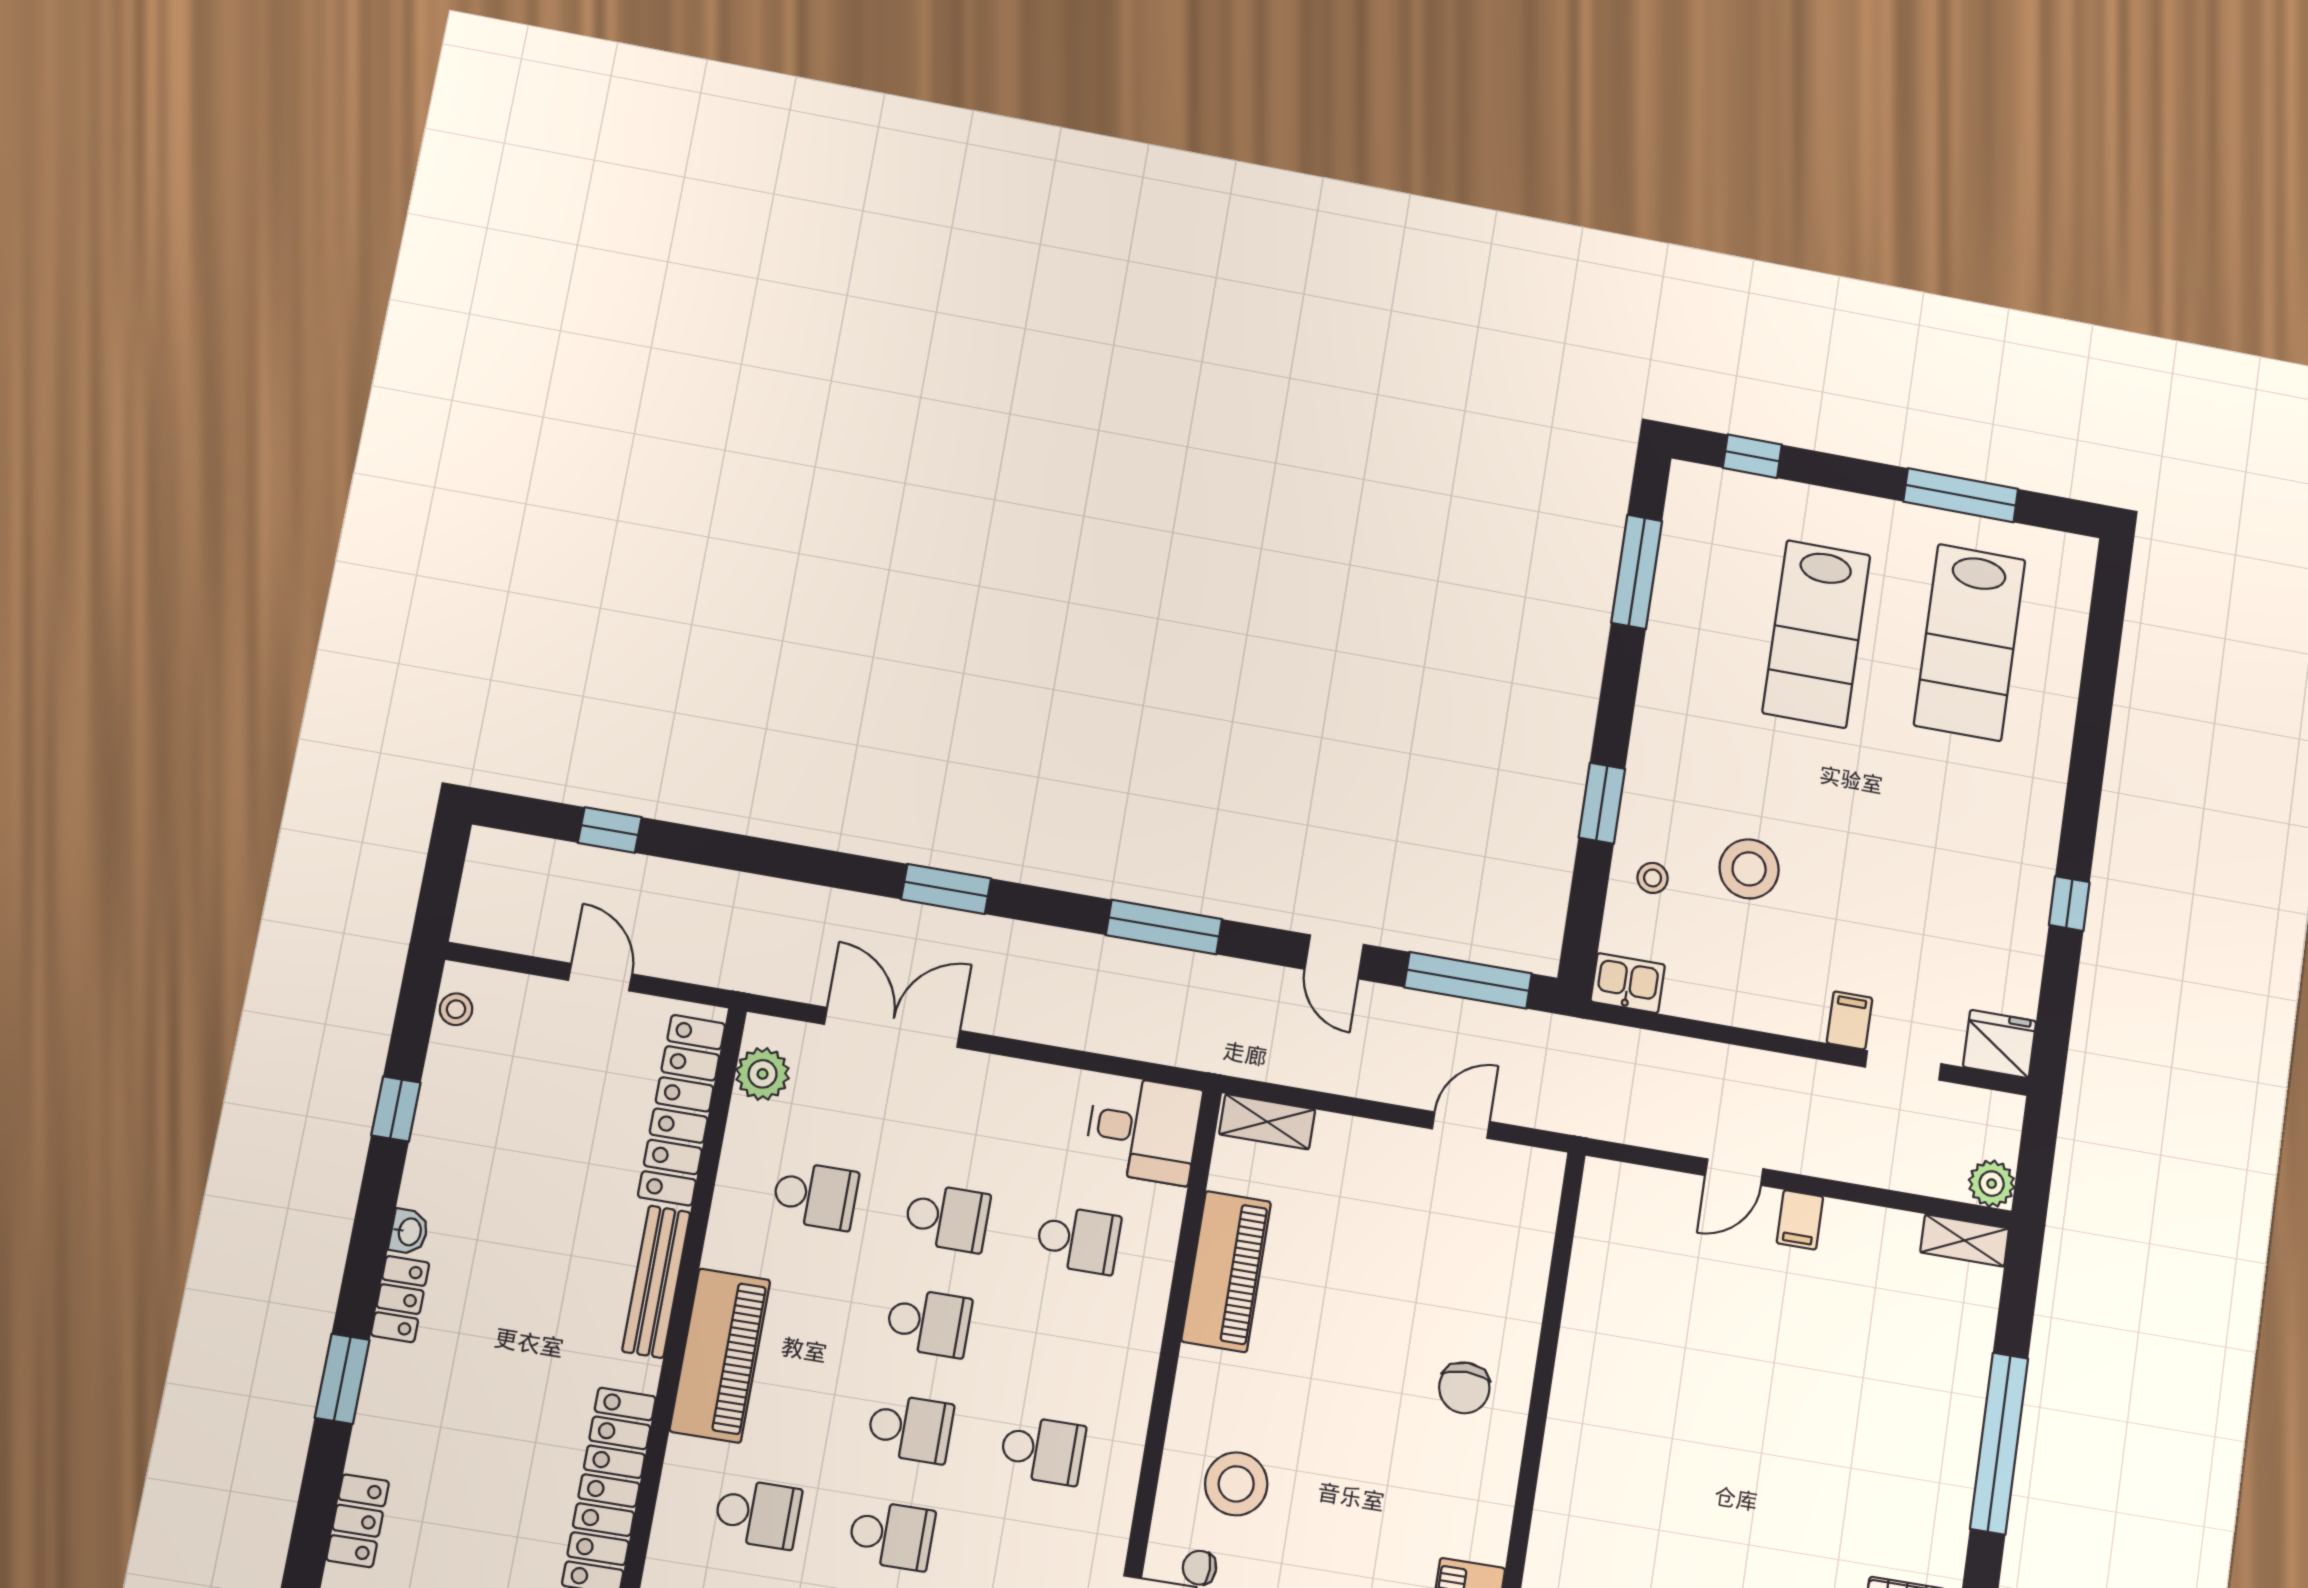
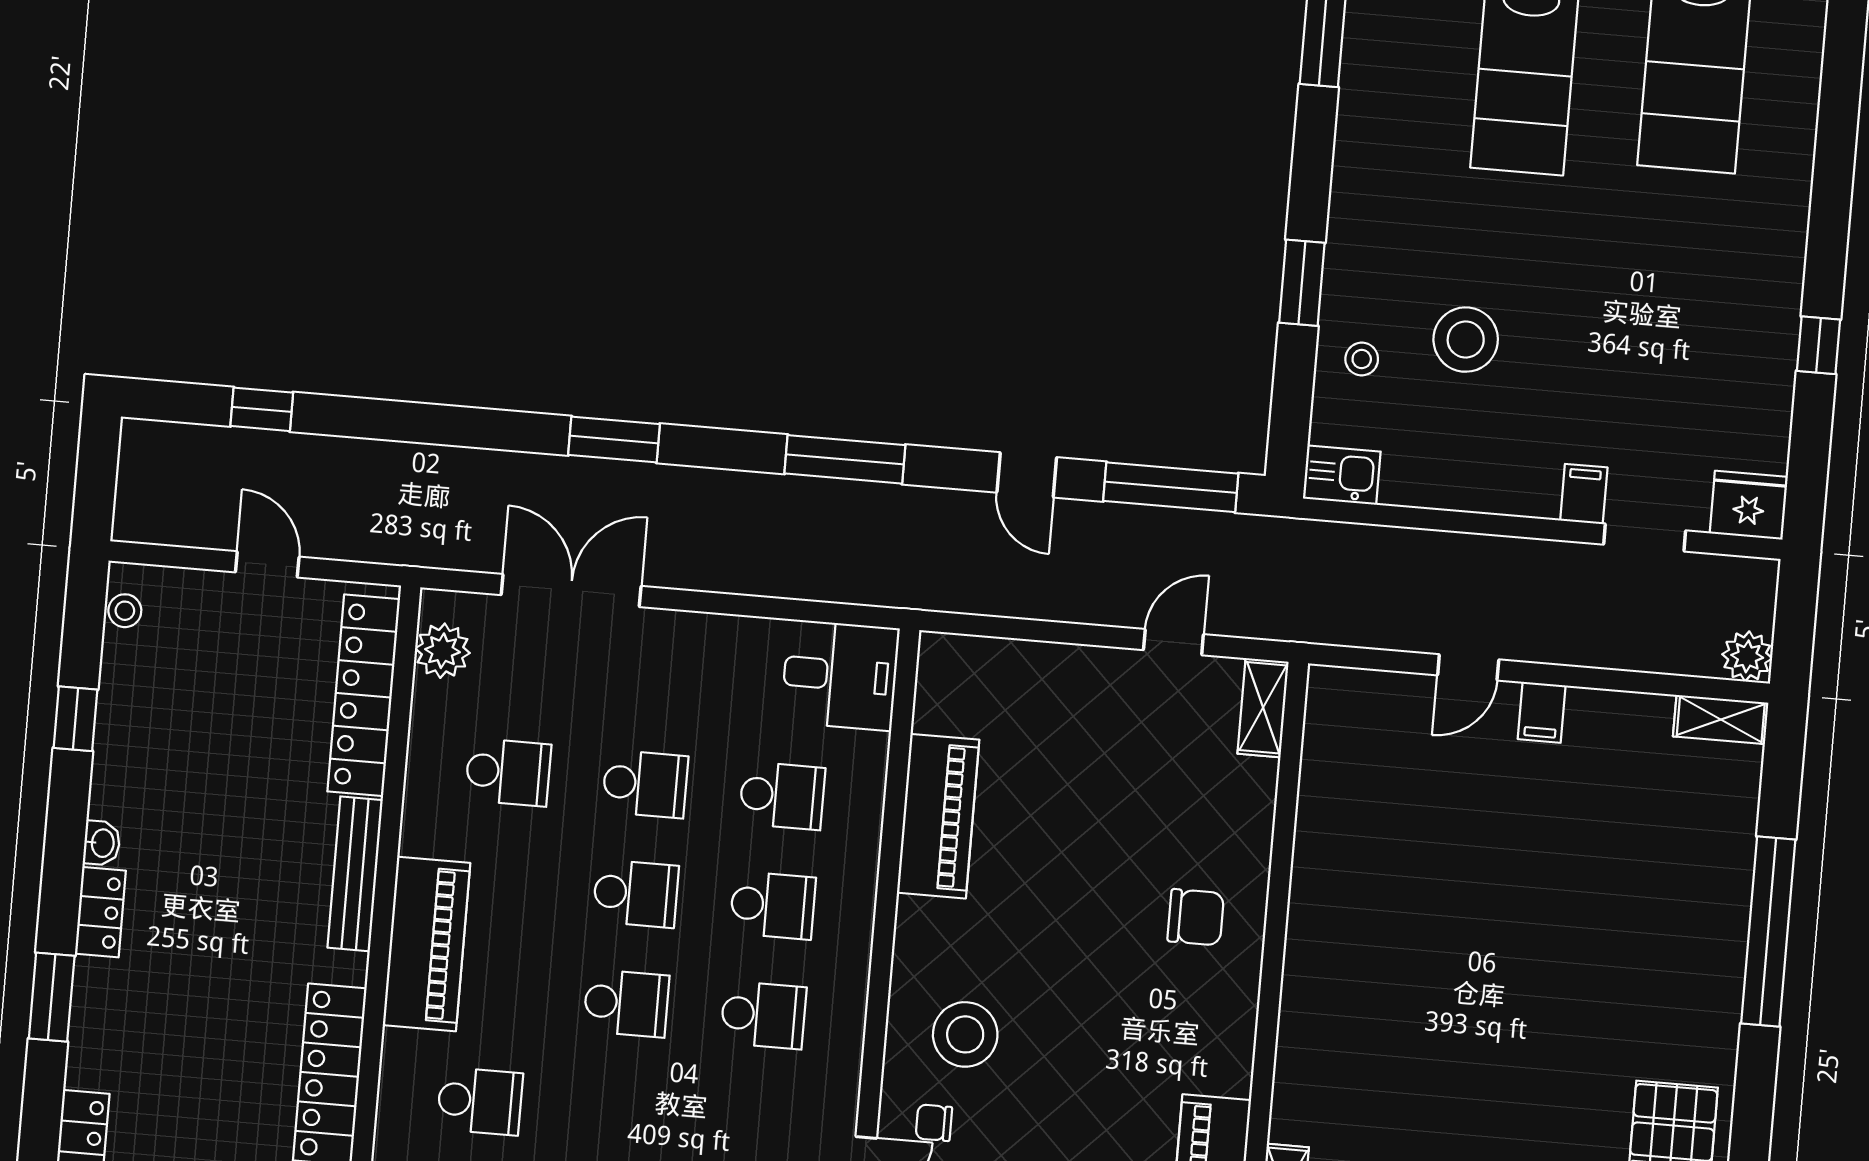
shelving: (1267, 1122) -> (1263, 708), moved, turned 90
chair: (1464, 1388) -> (1196, 917), turned -90
school desk: (891, 1535) -> (773, 905), moved

